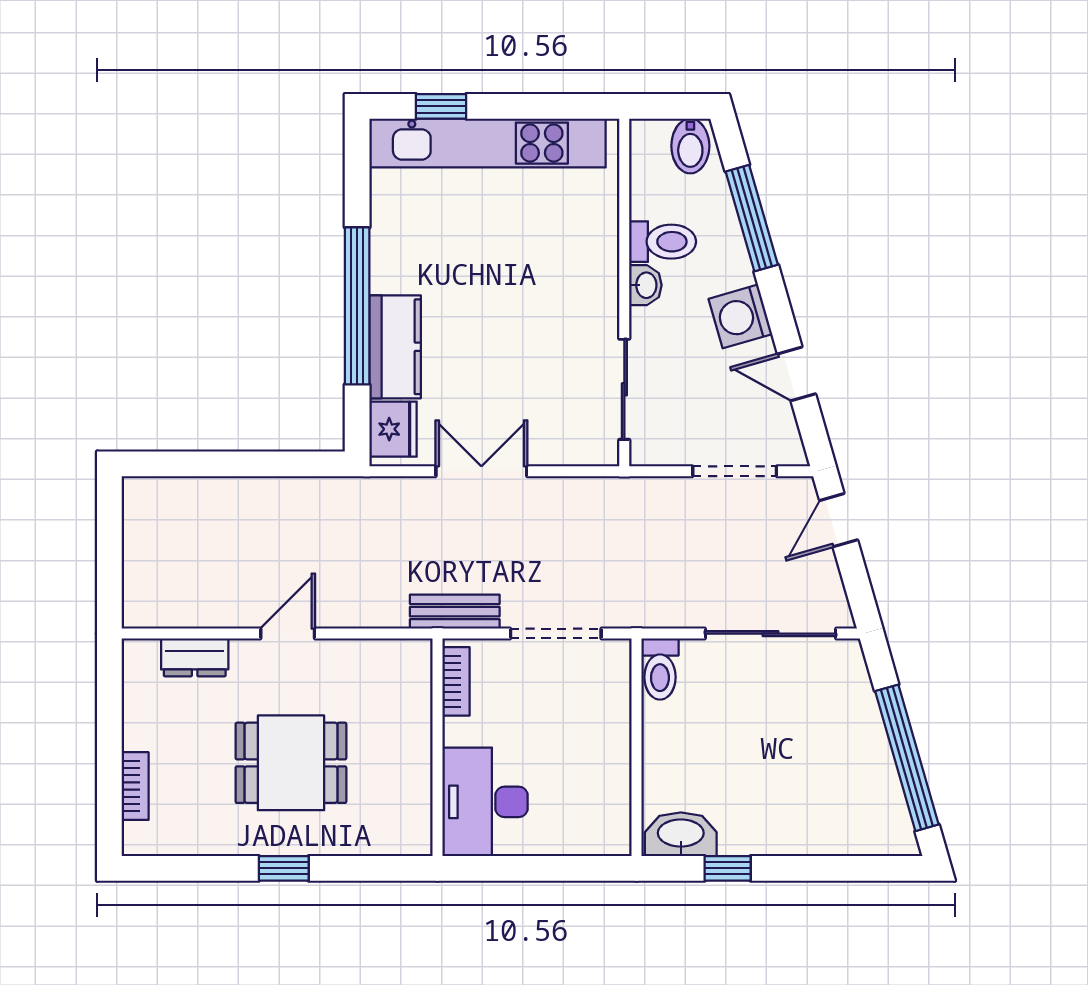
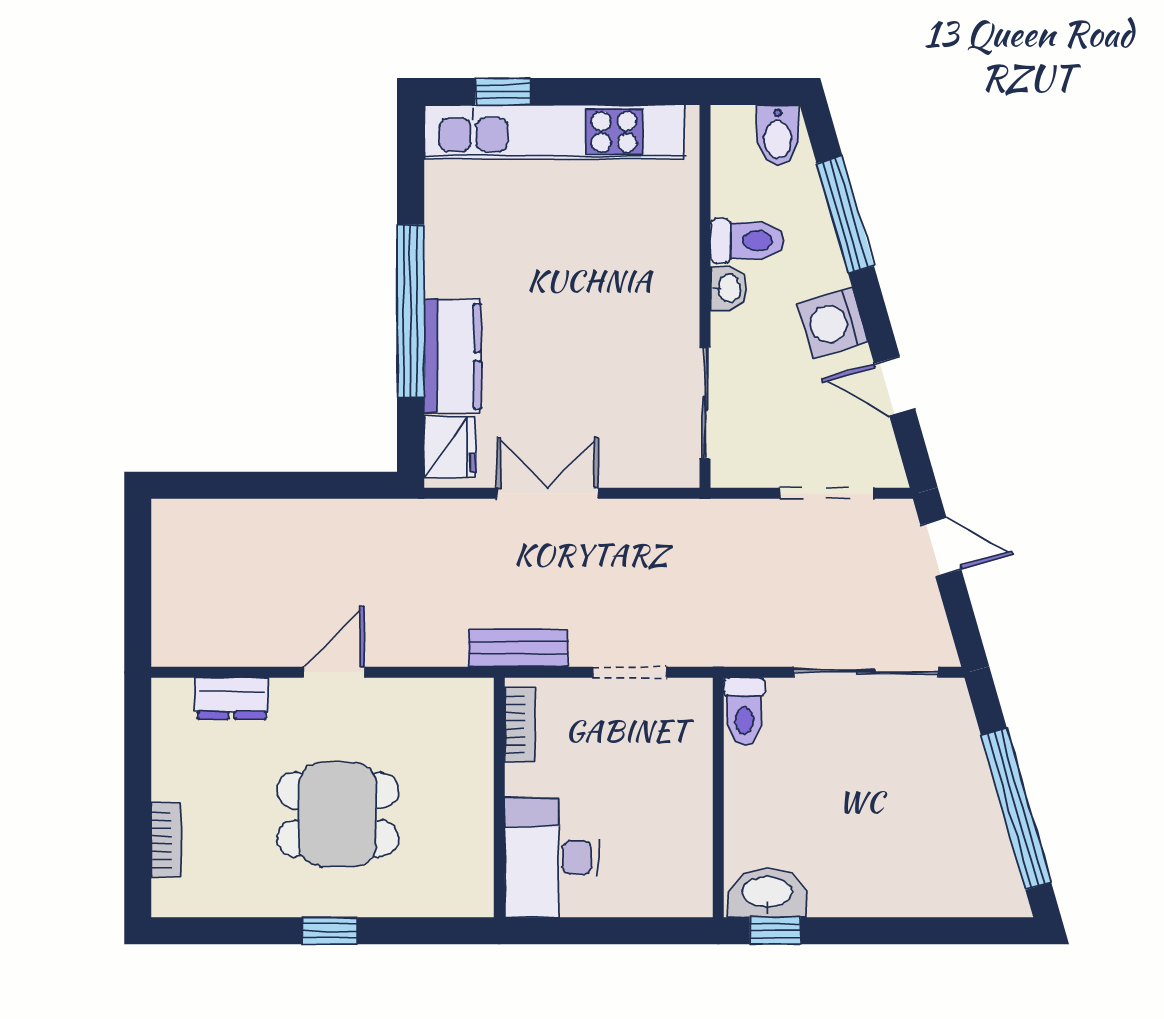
door: (839, 520) -> (941, 547), swing flipped
doorway: (556, 634) -> (629, 672), width x0.73
window: (728, 868) -> (775, 931), moved

